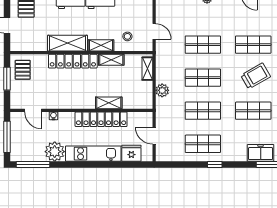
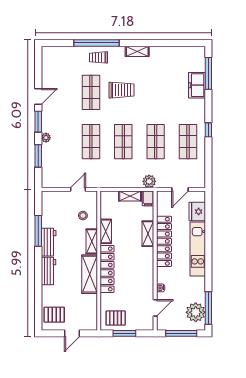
shelving: (147, 69) -> (130, 196), moved
trolley: (256, 76) -> (122, 90), turned 120
plant: (162, 90) -> (149, 181), moved
filing cabinet: (145, 103) -> (148, 198), added
shop shelf: (253, 111) -> (156, 92), removed
plant: (55, 152) -> (196, 312), moved

